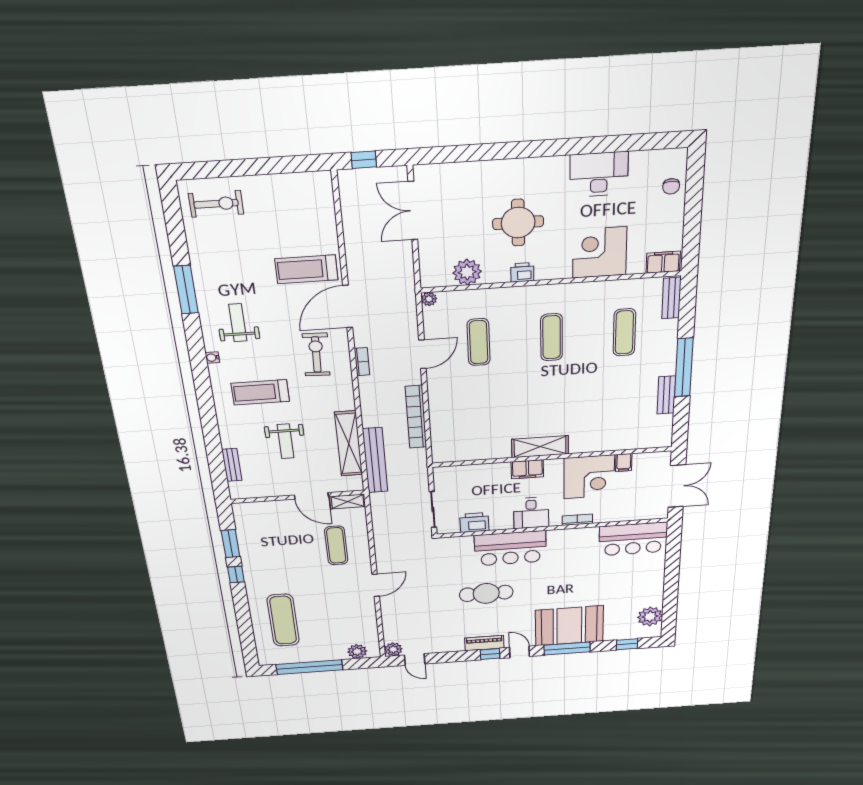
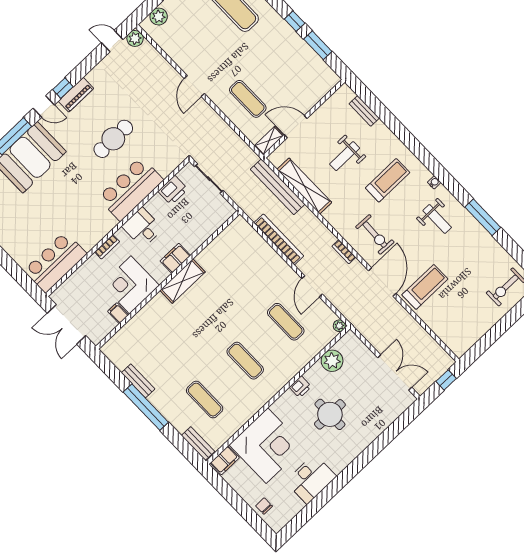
corner desk: (600, 252) -> (267, 446), width x1.36, depth x1.36
weight bench: (285, 441) -> (345, 156), turned -90

